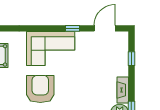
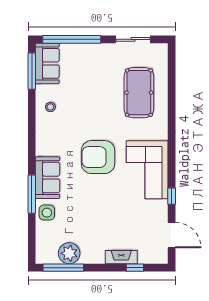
armchair: (40, 89) -> (98, 157), turned 180
fireplace: (123, 90) -> (121, 257), moved

